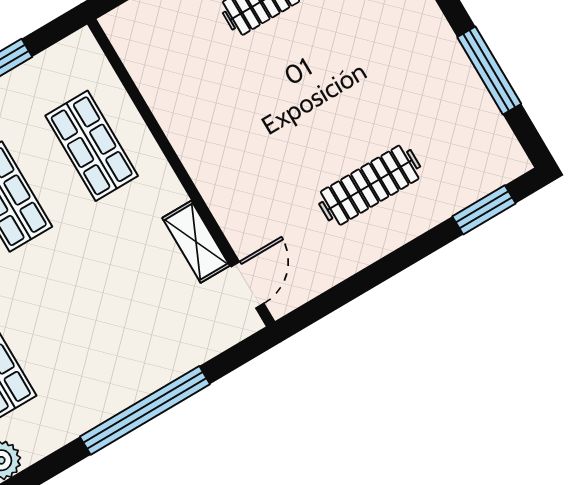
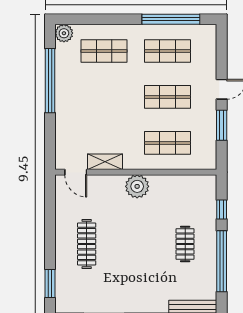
plant: (206, 155) -> (137, 186), added
window: (145, 410) -> (50, 81), moved

